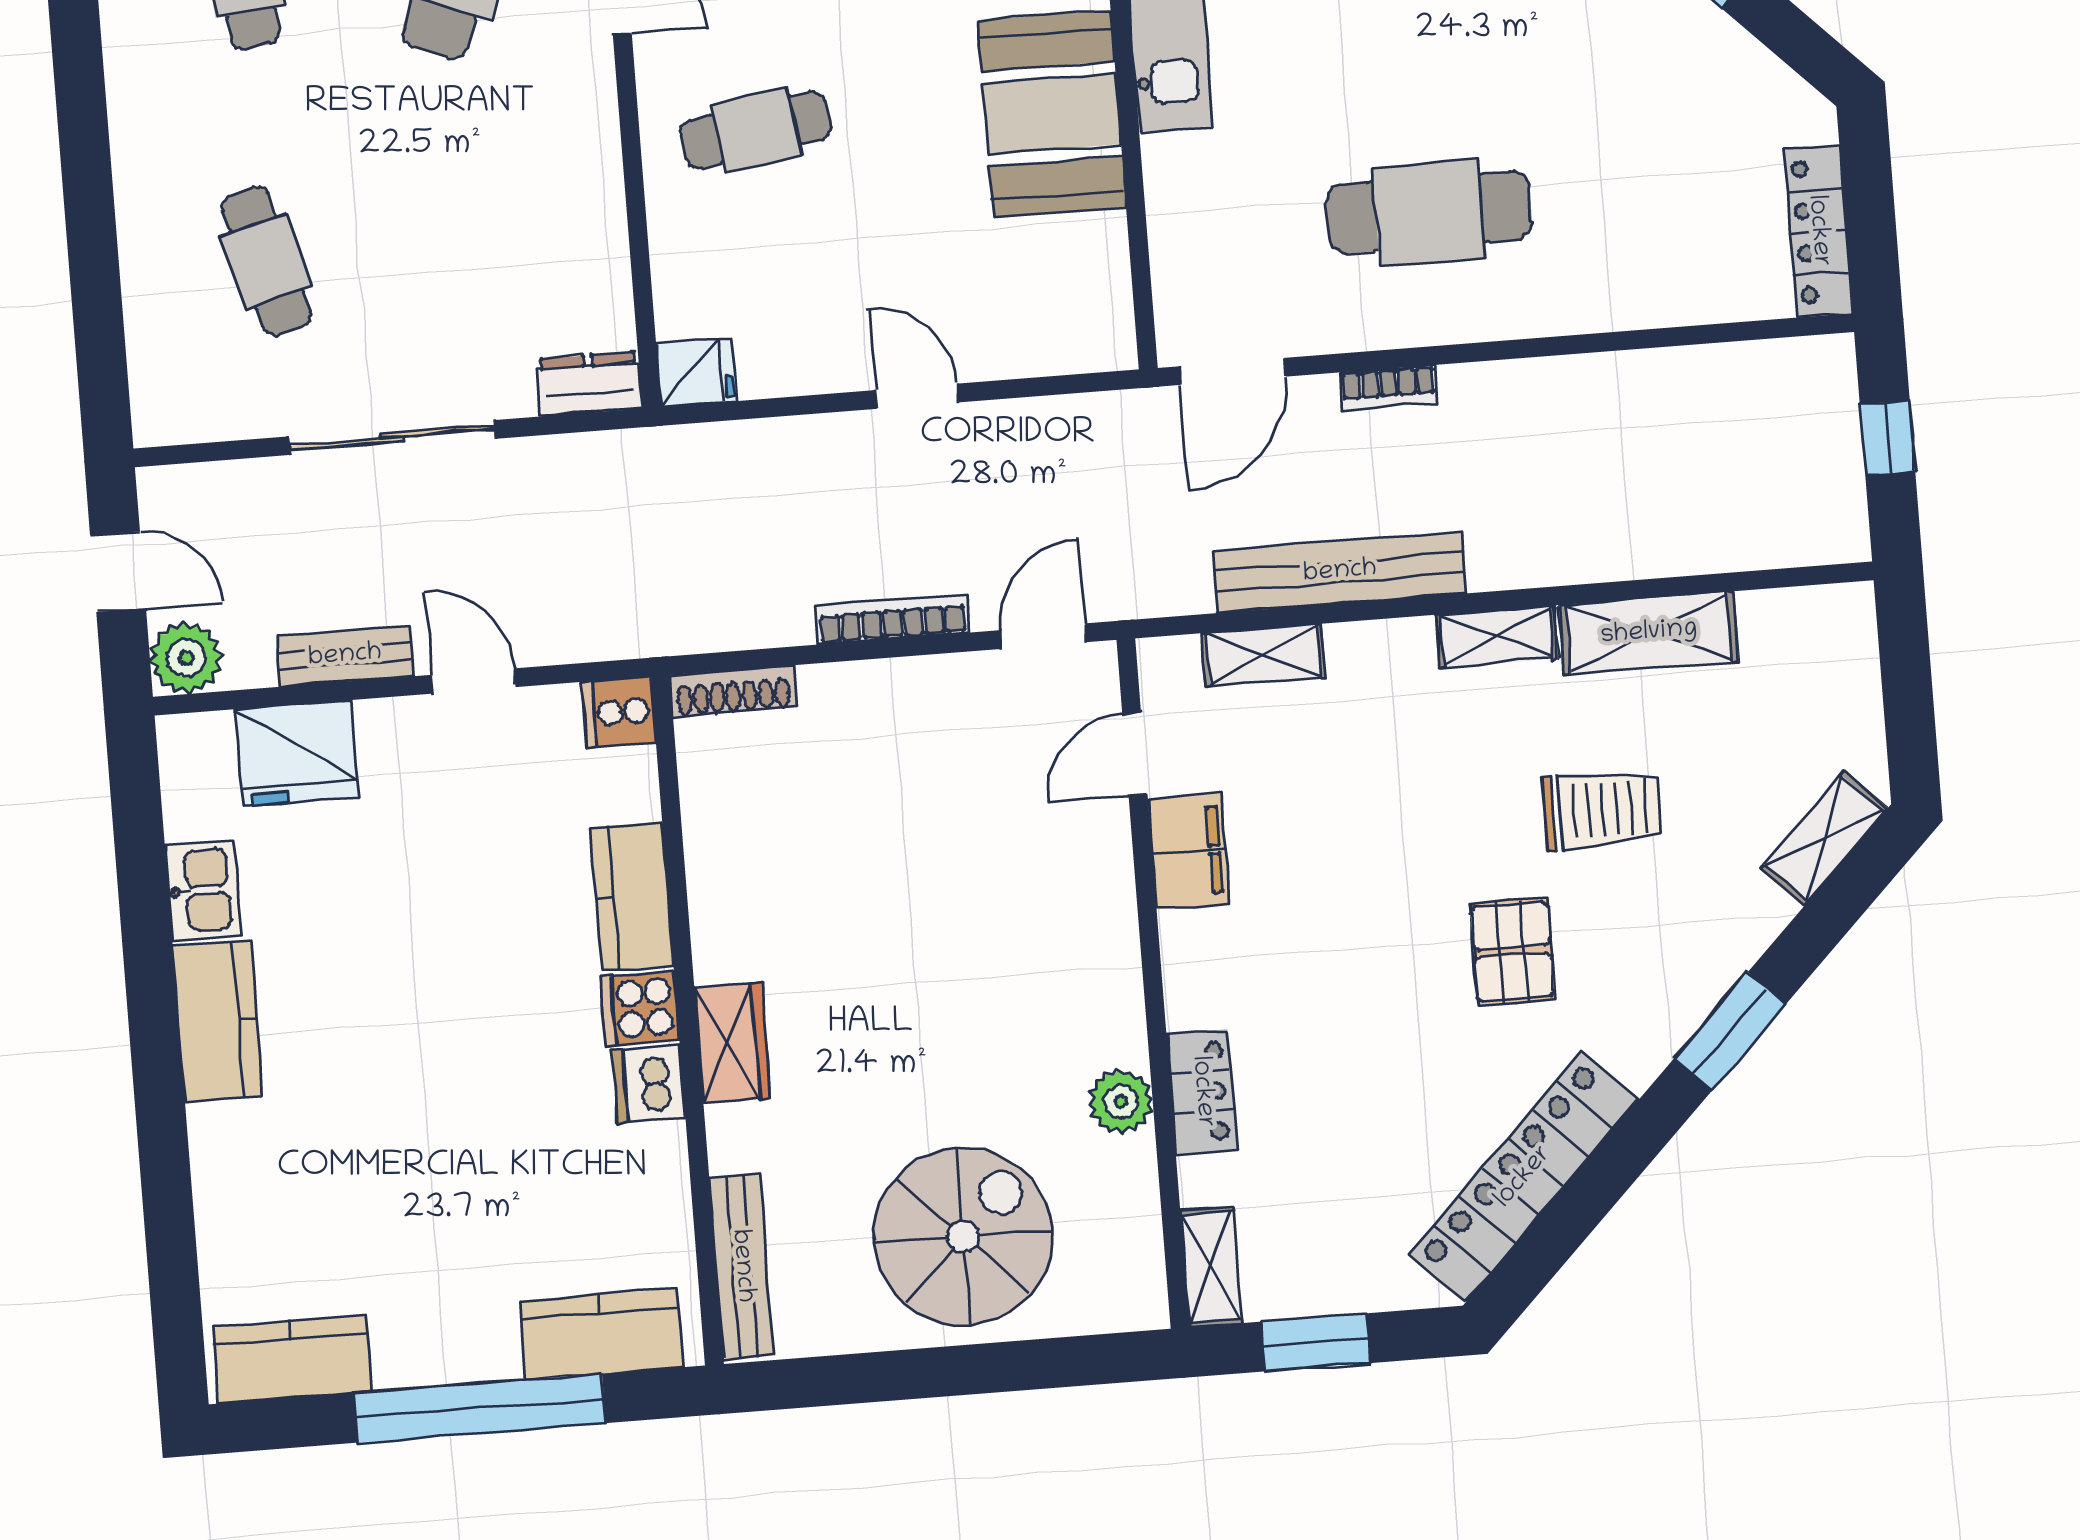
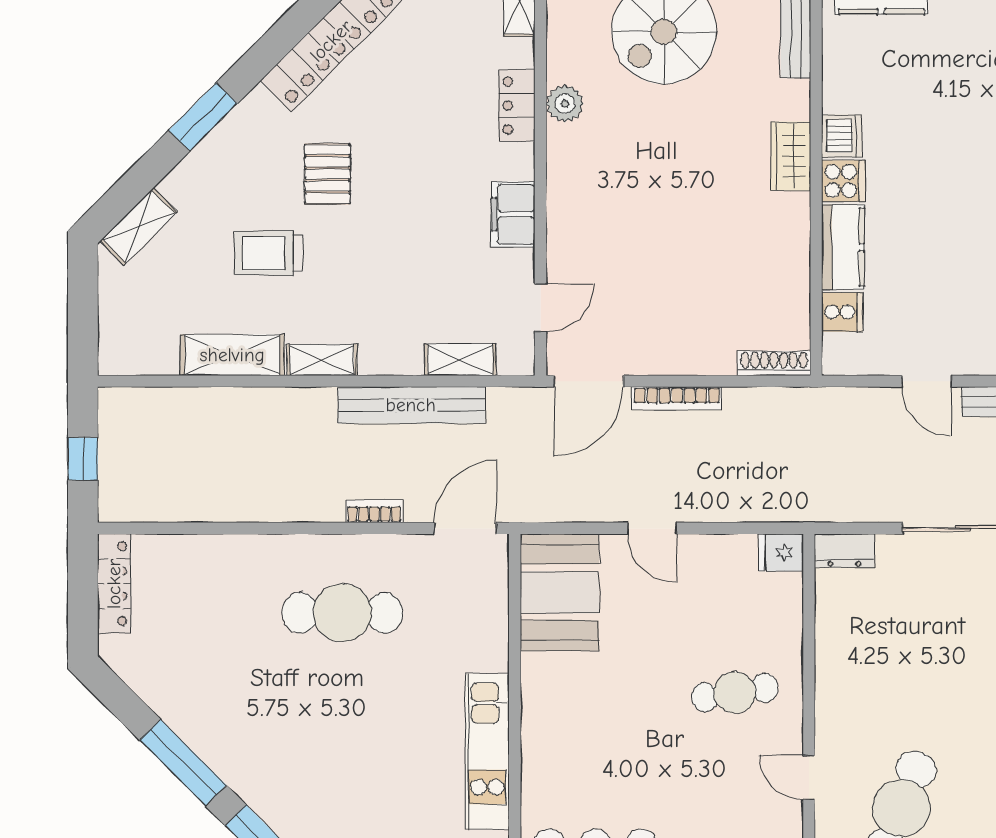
booth: (1052, 114) -> (560, 592), moved
door: (1044, 636) -> (589, 381), width x1.38
cooker: (619, 712) -> (842, 312), moved
filing cabinet: (1189, 851) -> (513, 214), moved

